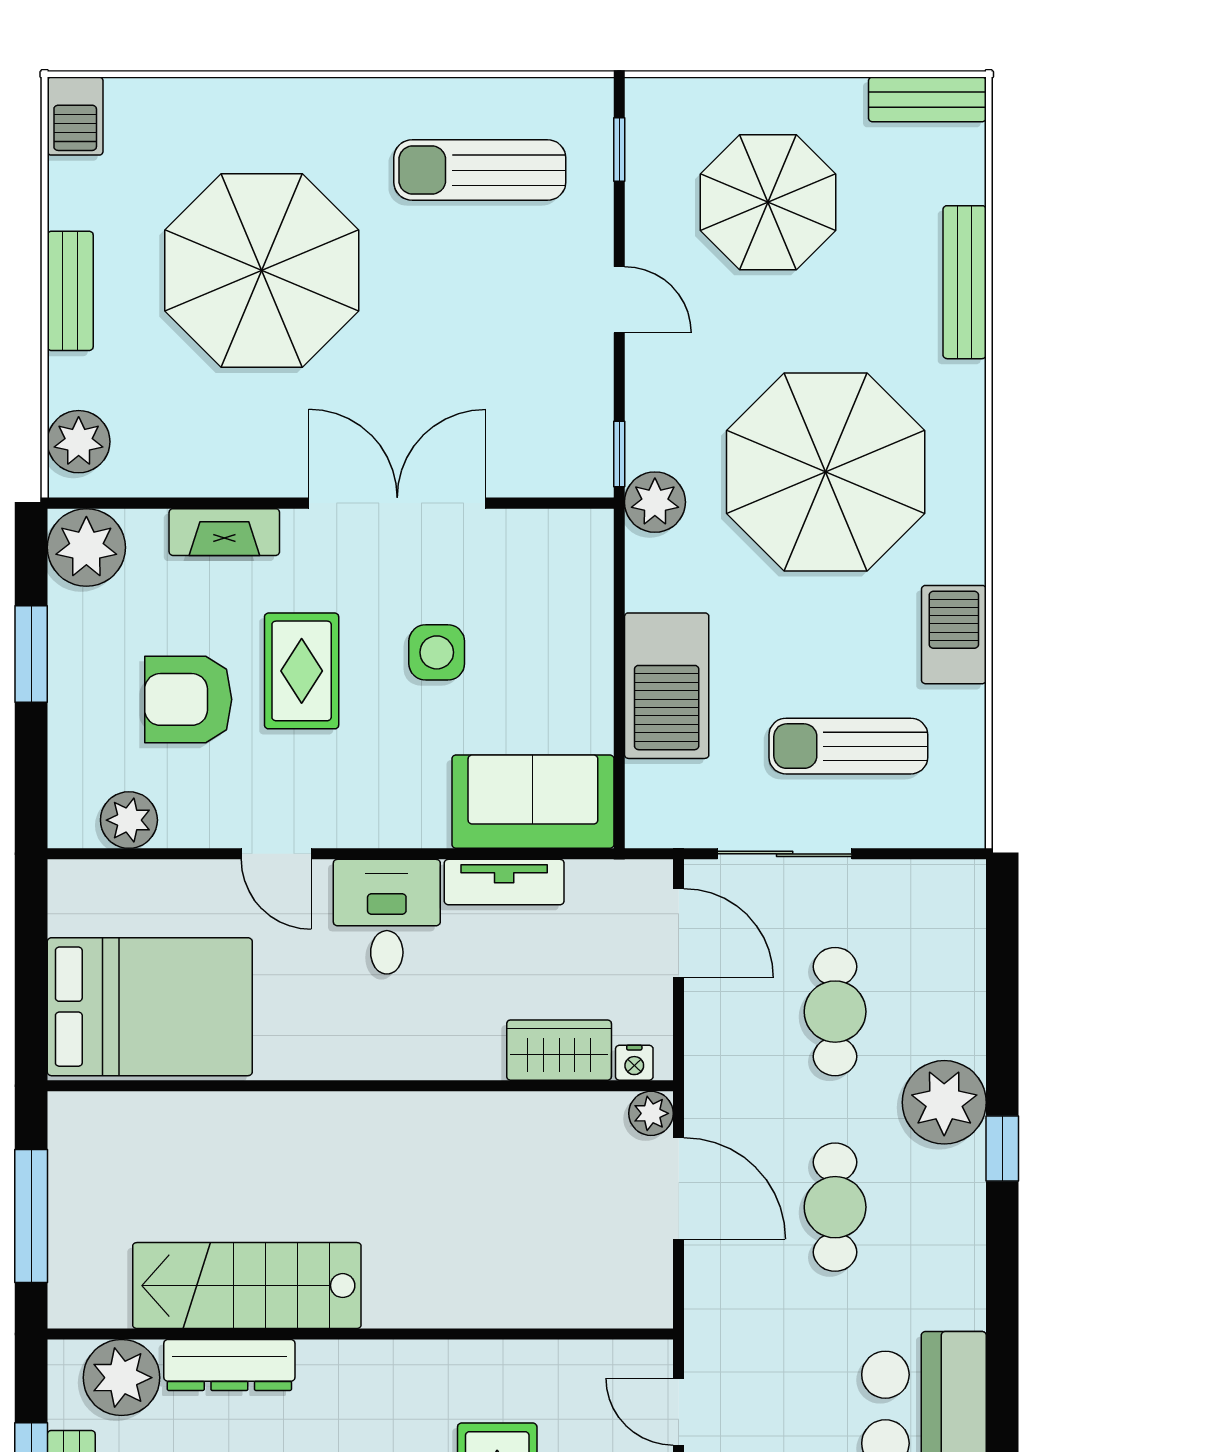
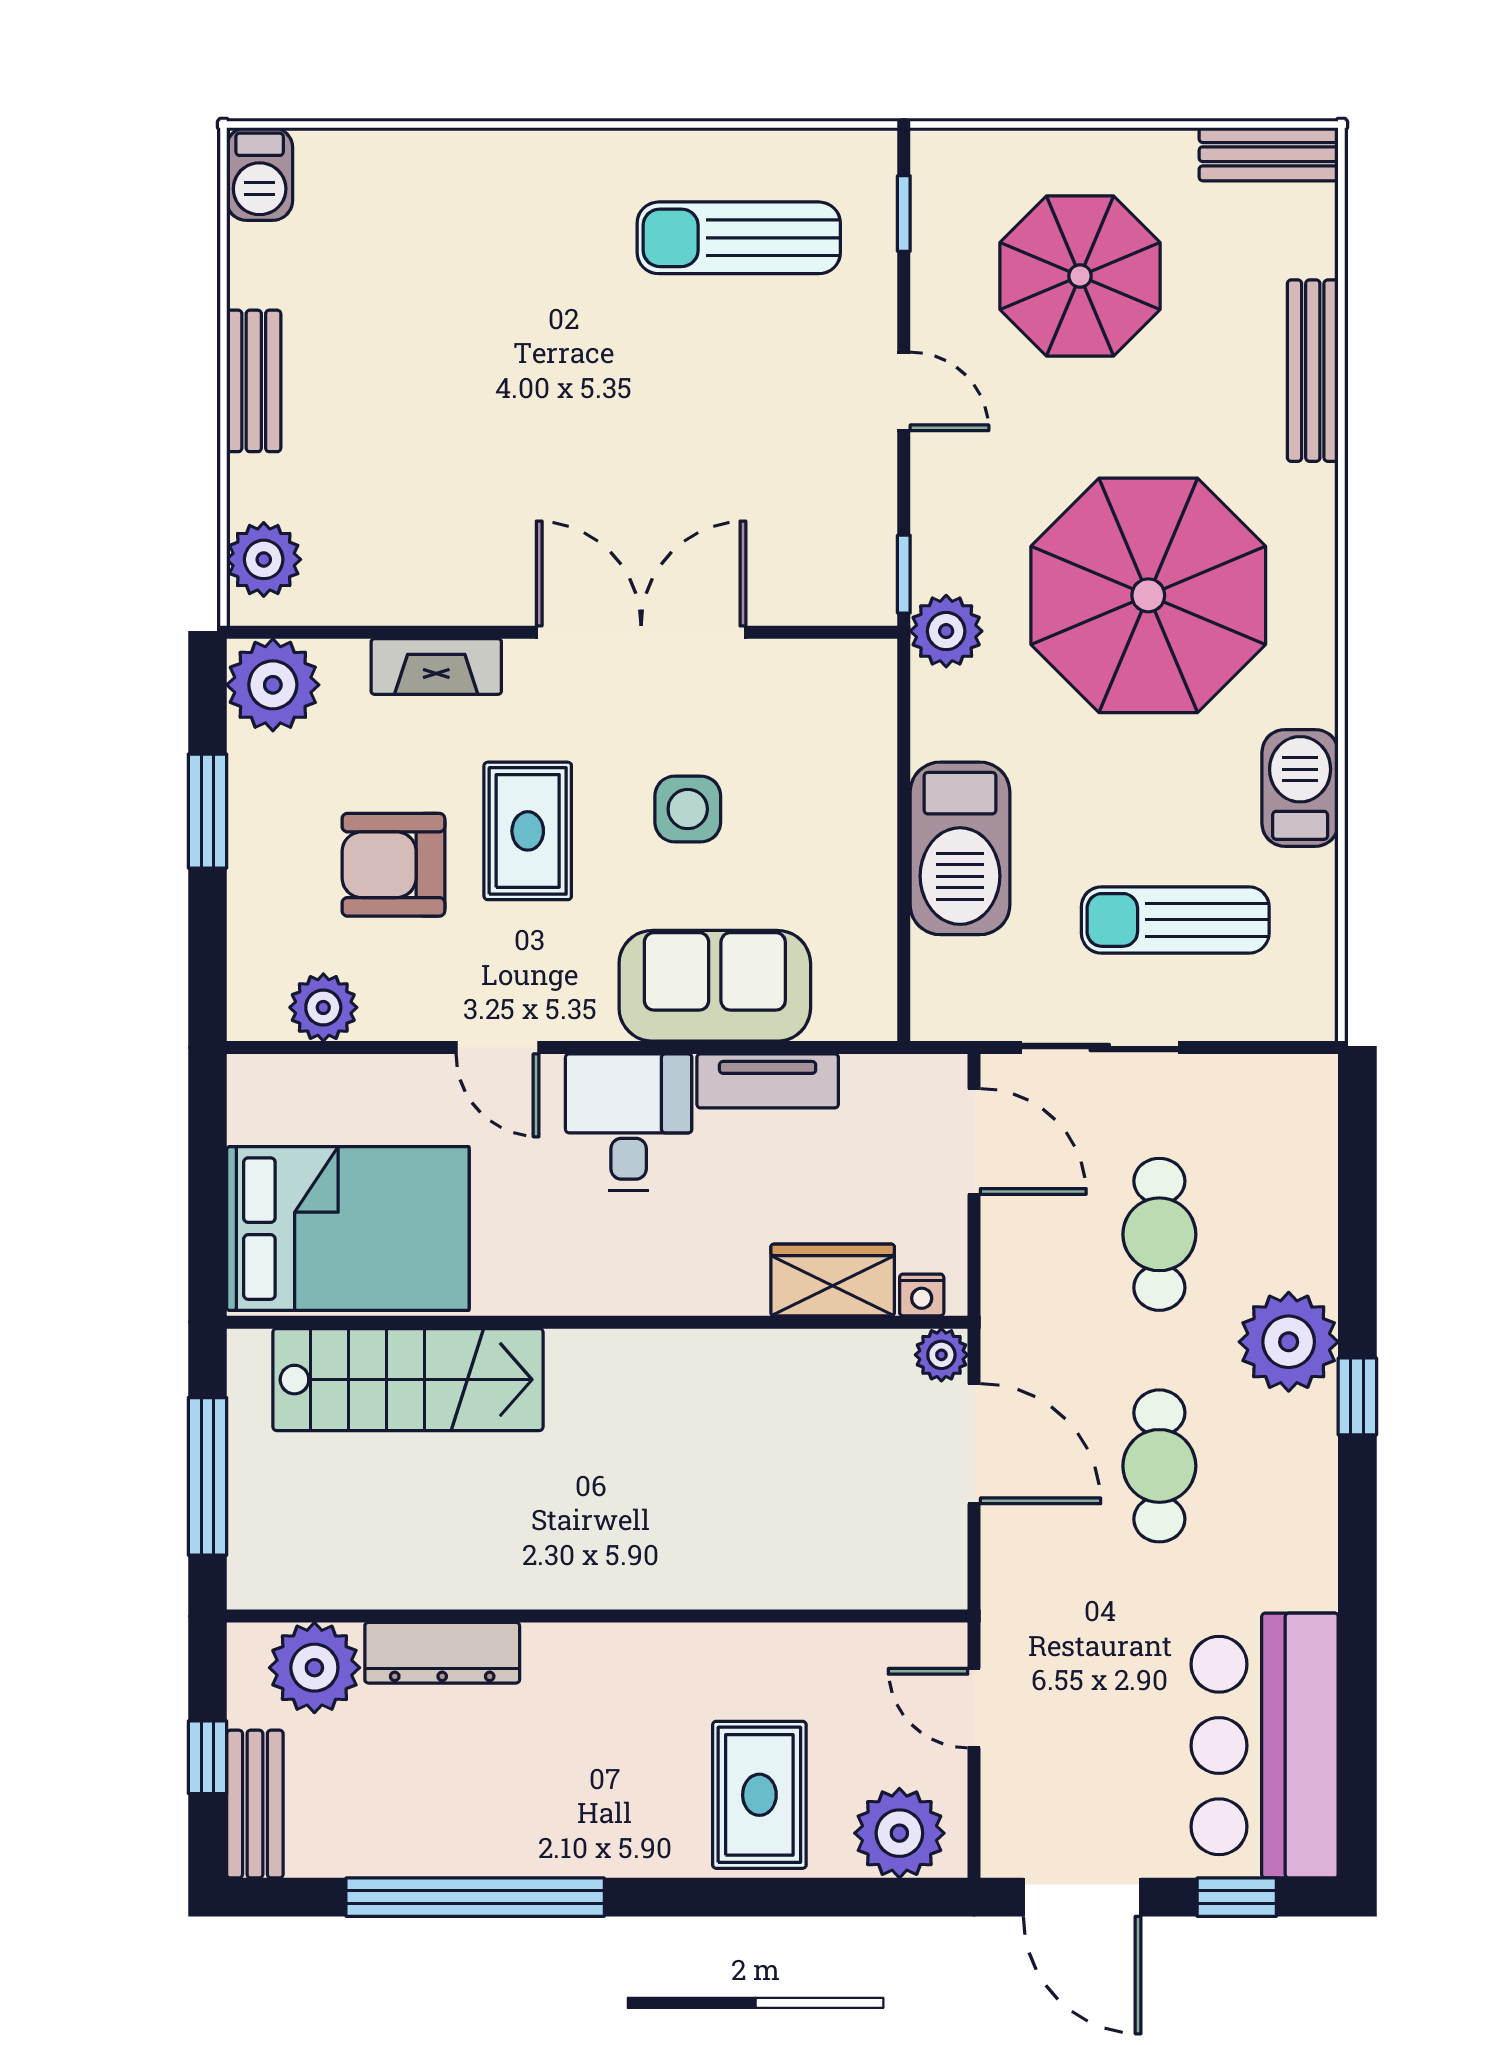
parasol: (262, 271) -> (481, 357), removed
sofa: (533, 802) -> (715, 986), moved
stairs: (247, 1286) -> (408, 1380), moved, turned 180

